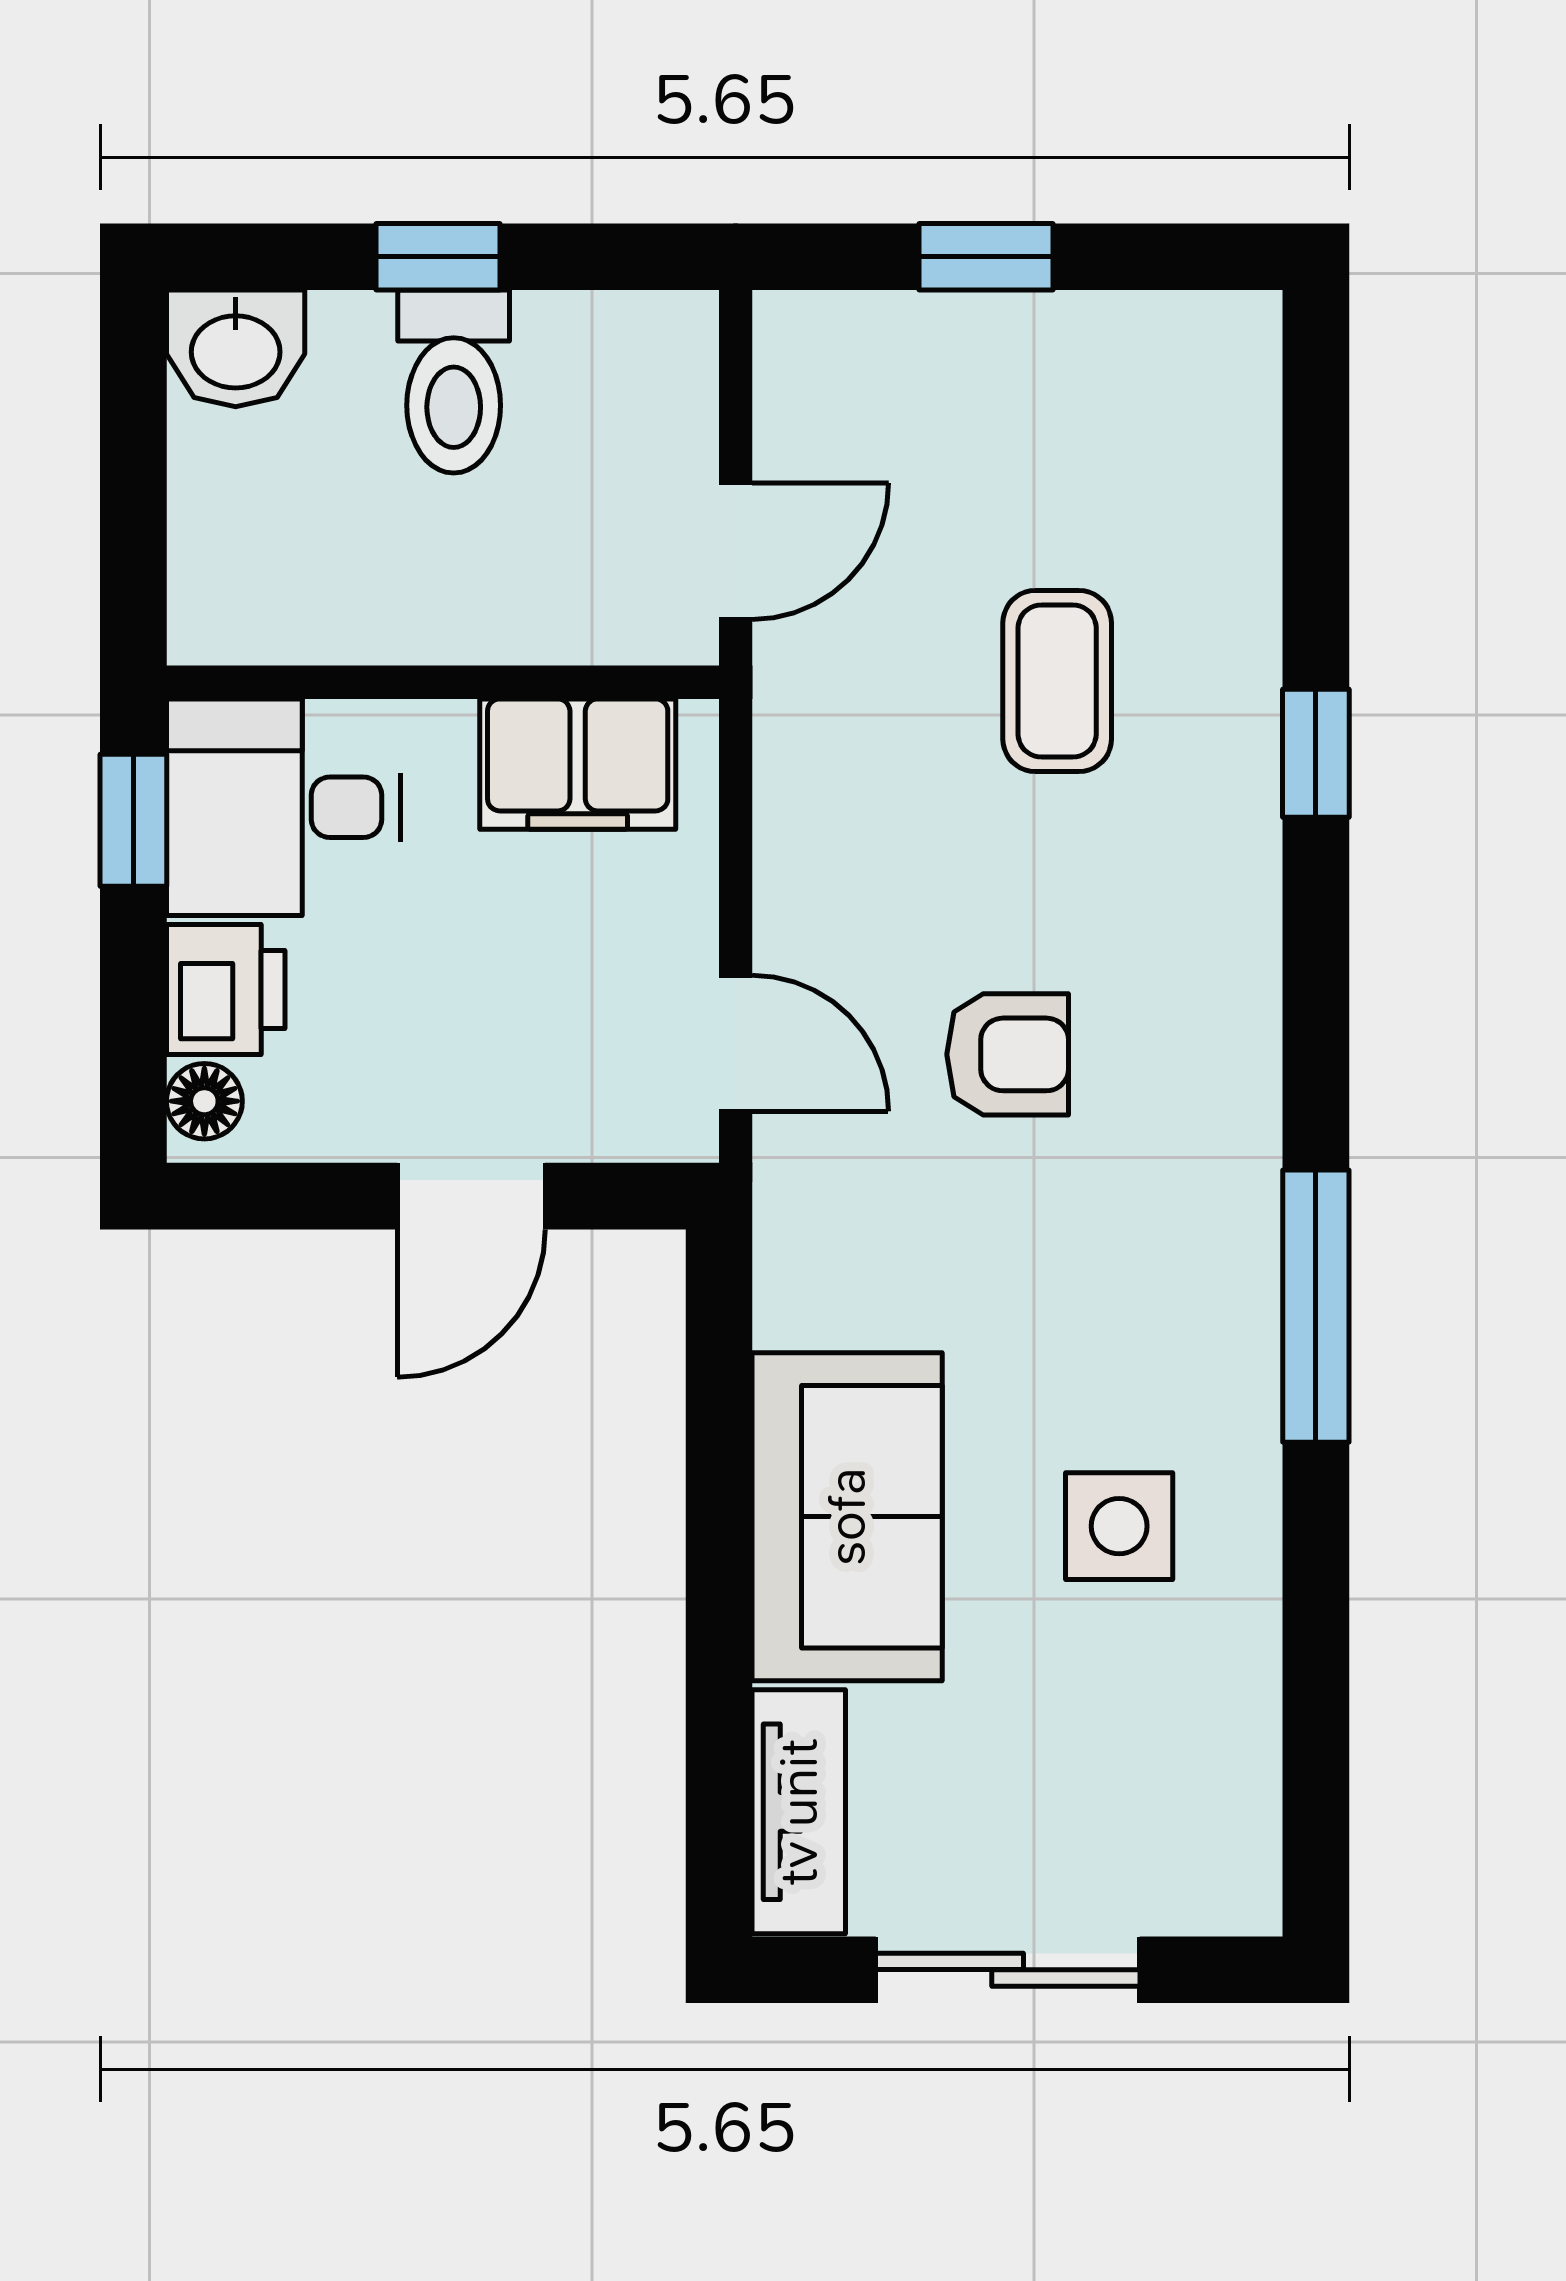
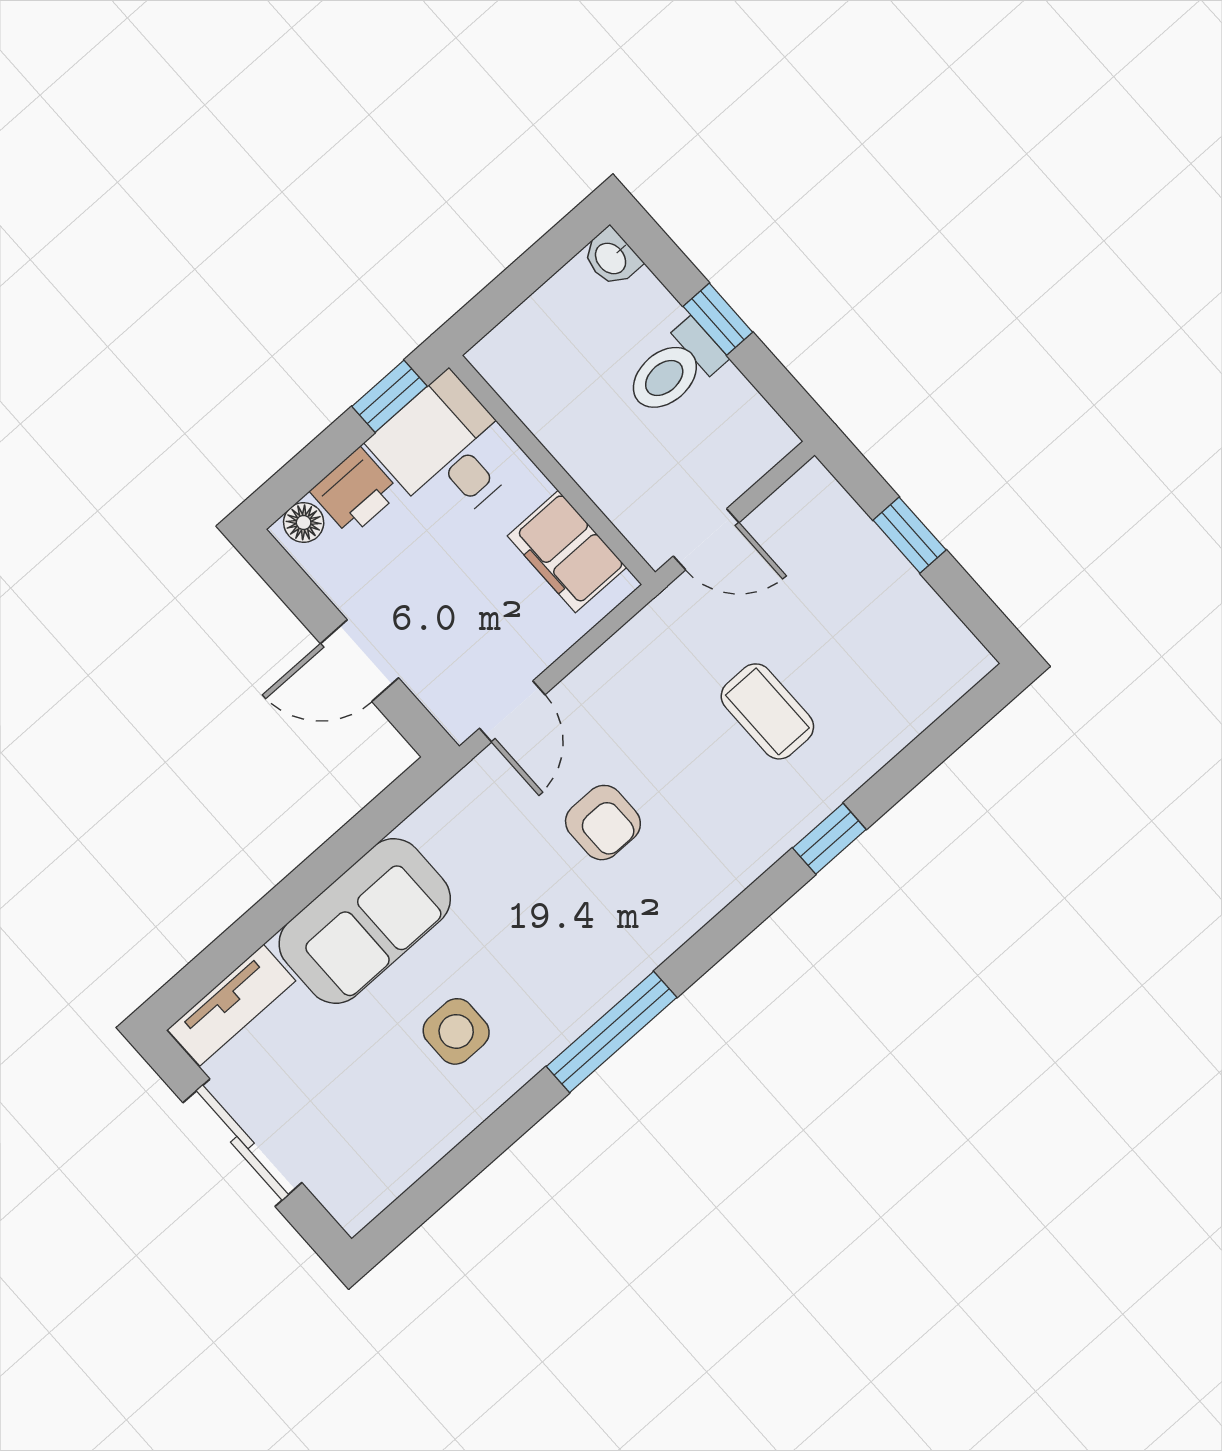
washbasin: (236, 348) -> (612, 258), width x0.72, depth x0.69
coffee table: (1057, 681) -> (767, 711), turned 90

